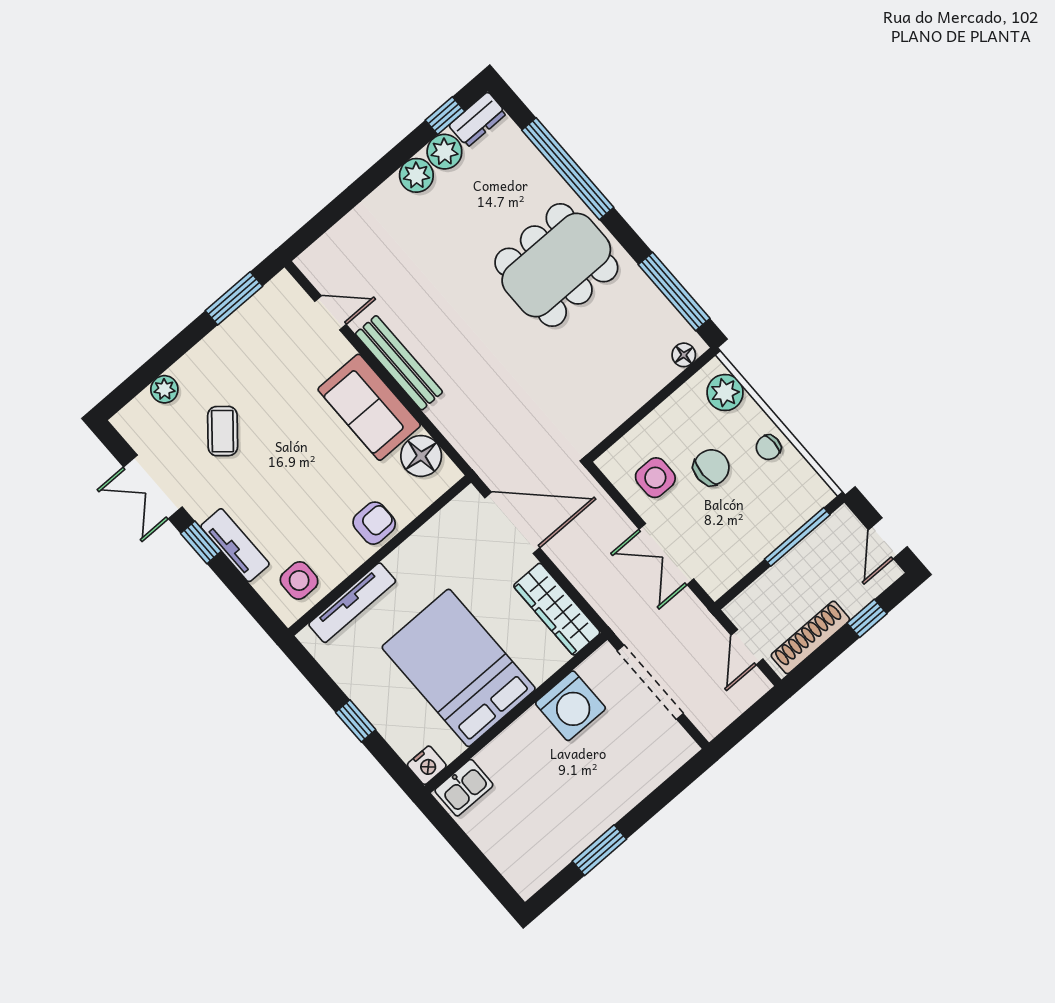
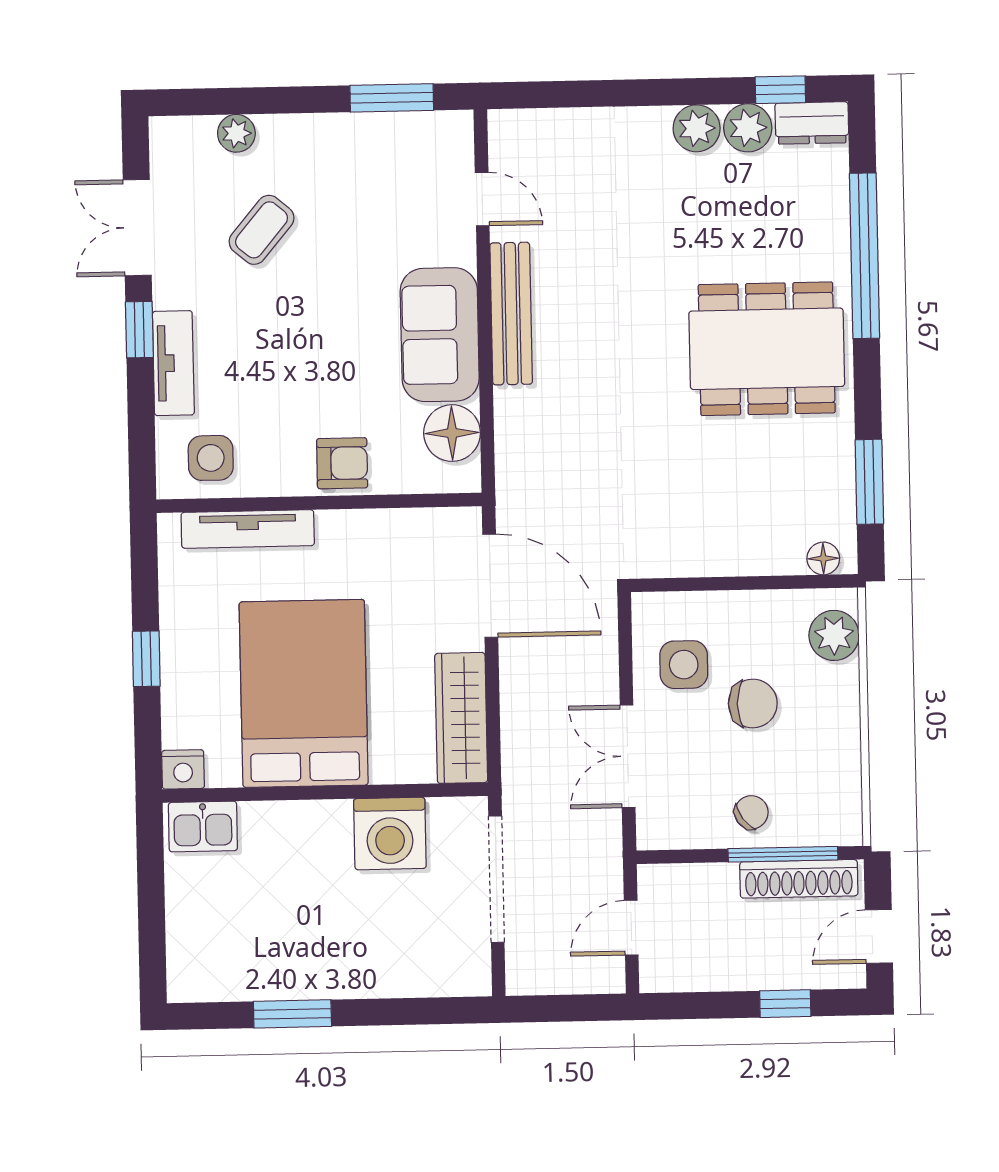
window: (674, 291) -> (869, 482), width x0.69
chair: (768, 447) -> (751, 812), moved, turned 144
shoe rack: (810, 637) -> (799, 879), moved, turned 180

